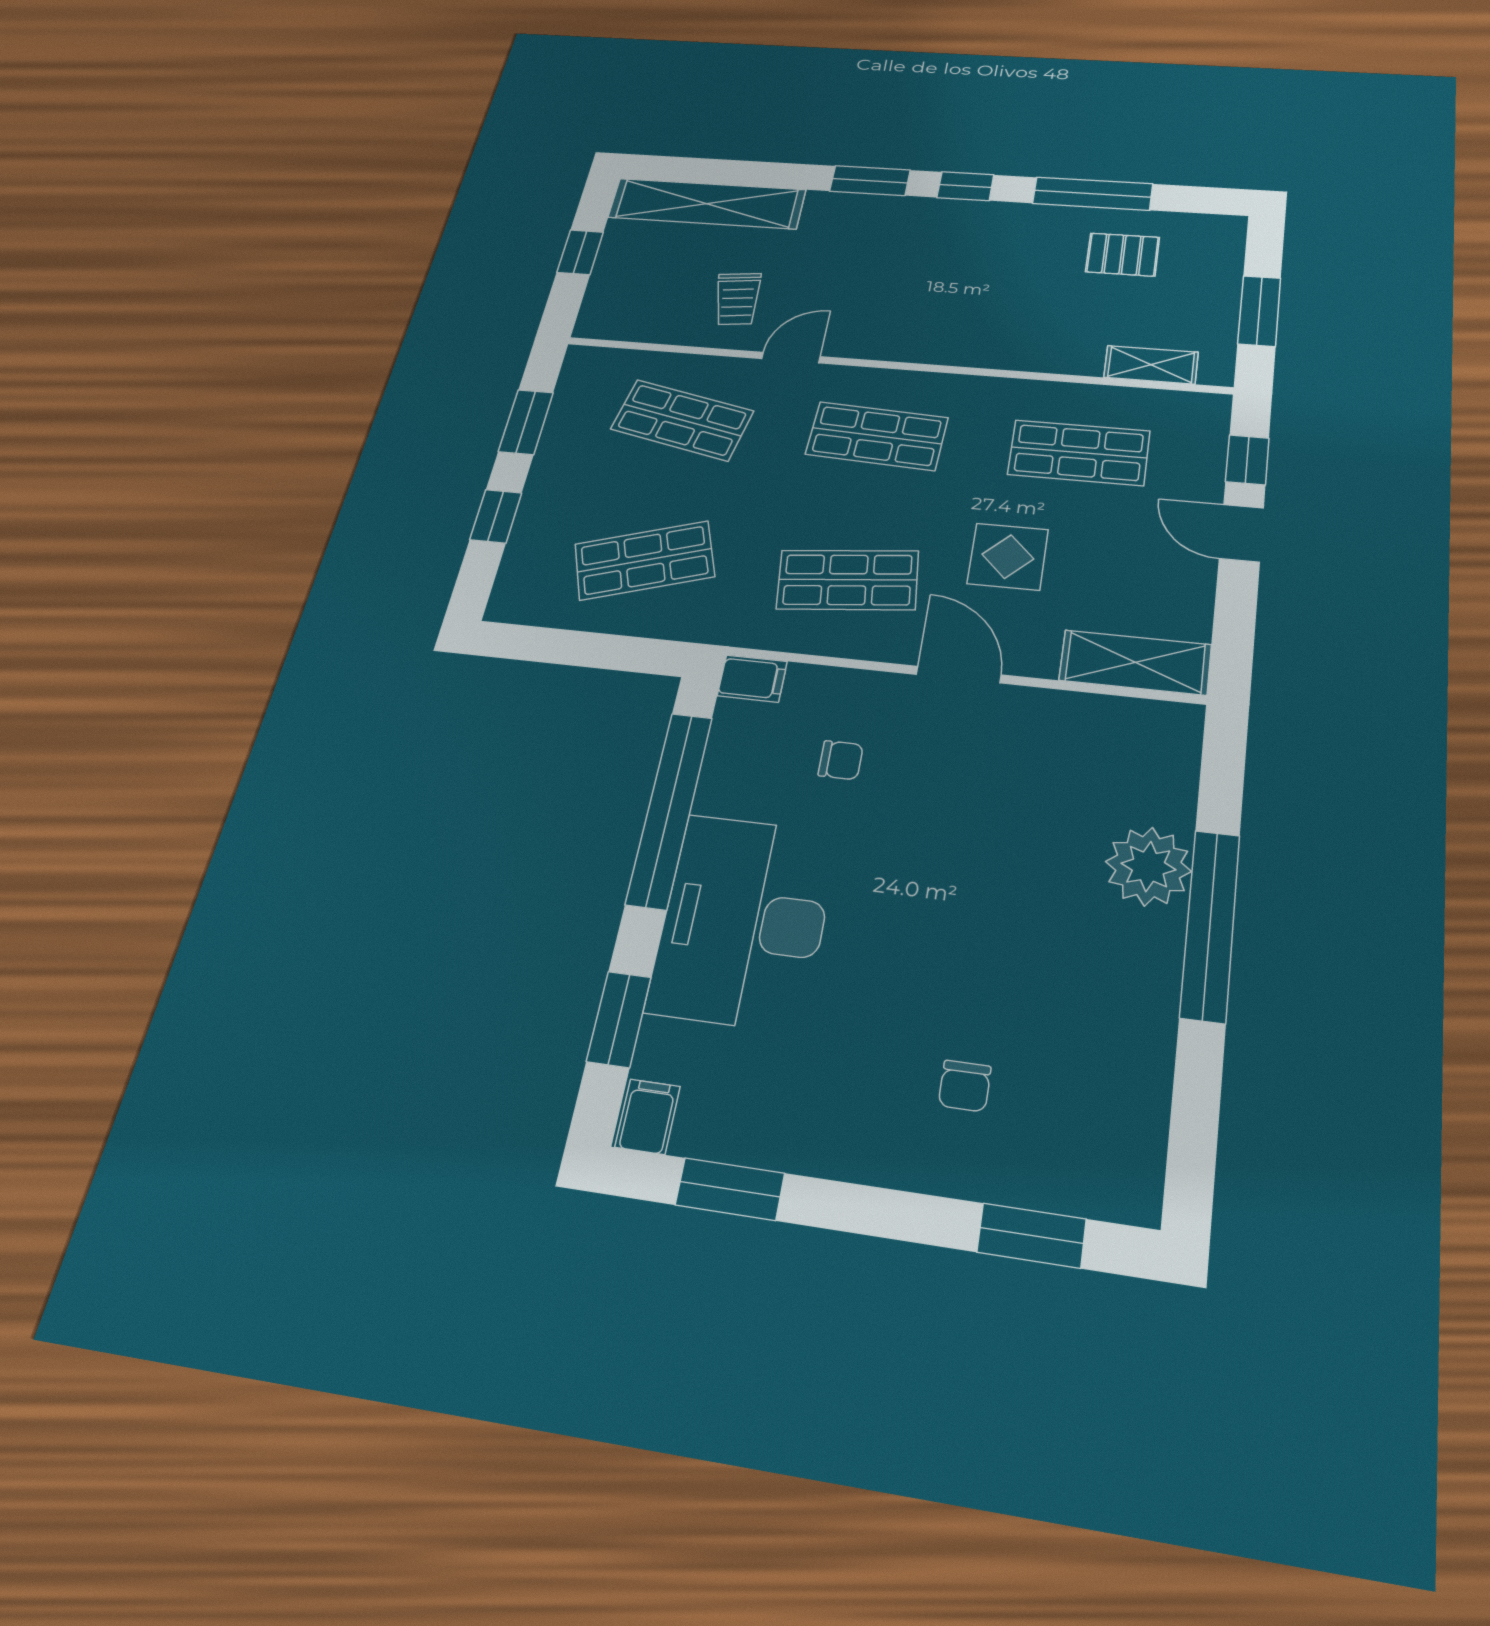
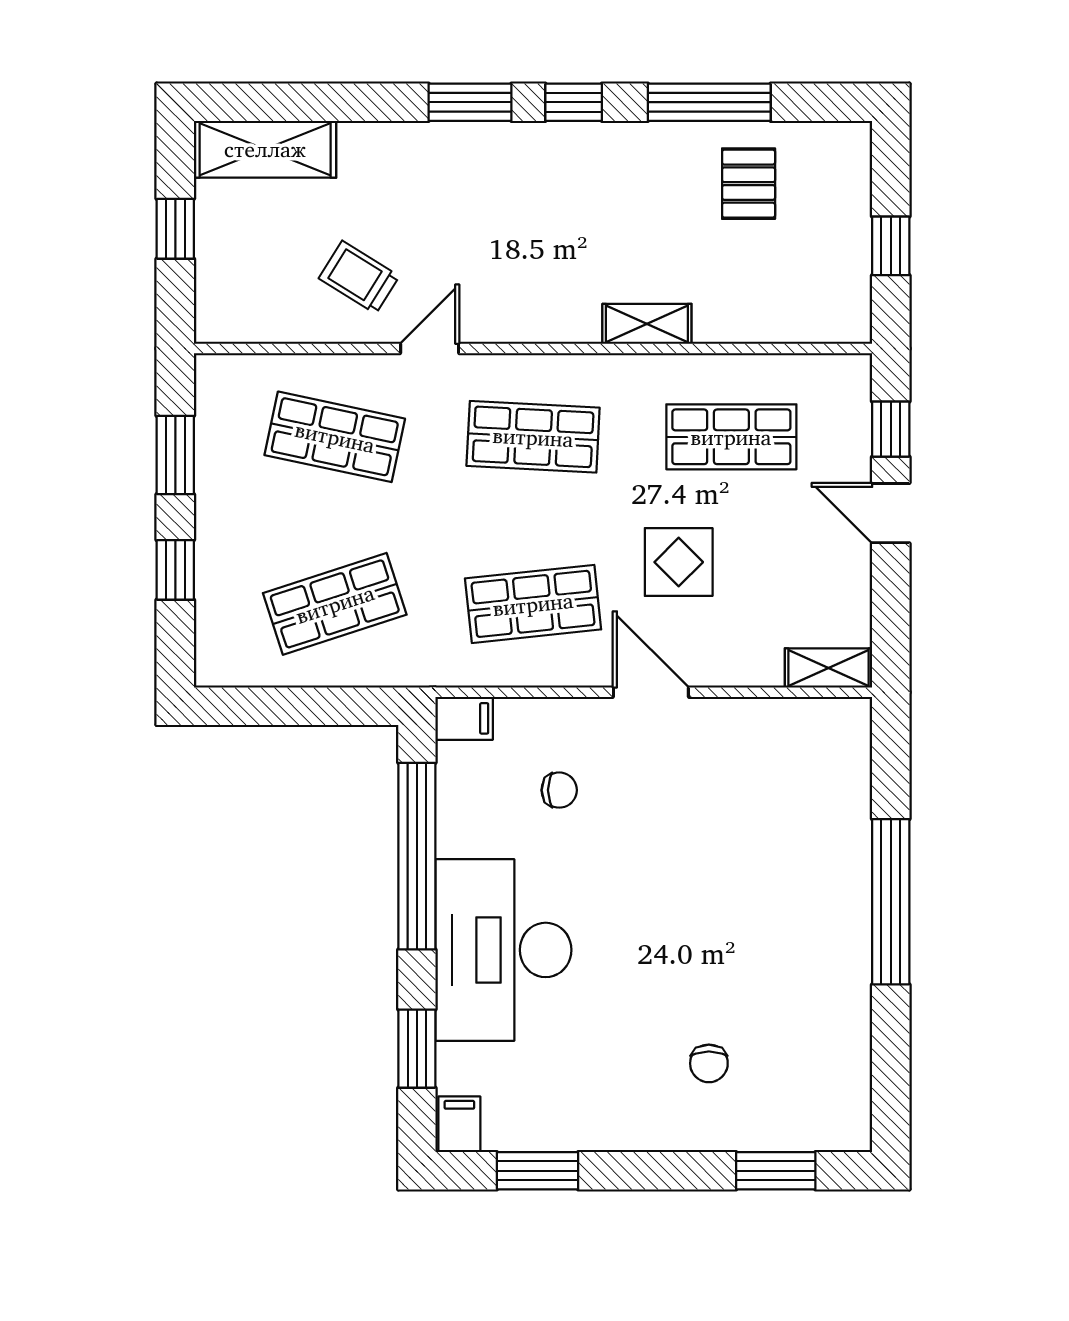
shelving: (707, 204) -> (265, 149), width x0.68
pallet: (1123, 255) -> (749, 184), turned 90
trolley: (737, 299) -> (359, 277), turned 129
window: (1259, 311) -> (891, 246), width x0.67
shelving: (1151, 365) -> (647, 324), moved
shelving: (1135, 662) -> (828, 668), width x0.67, depth x0.75
plant: (1148, 866) -> (836, 856), removed

